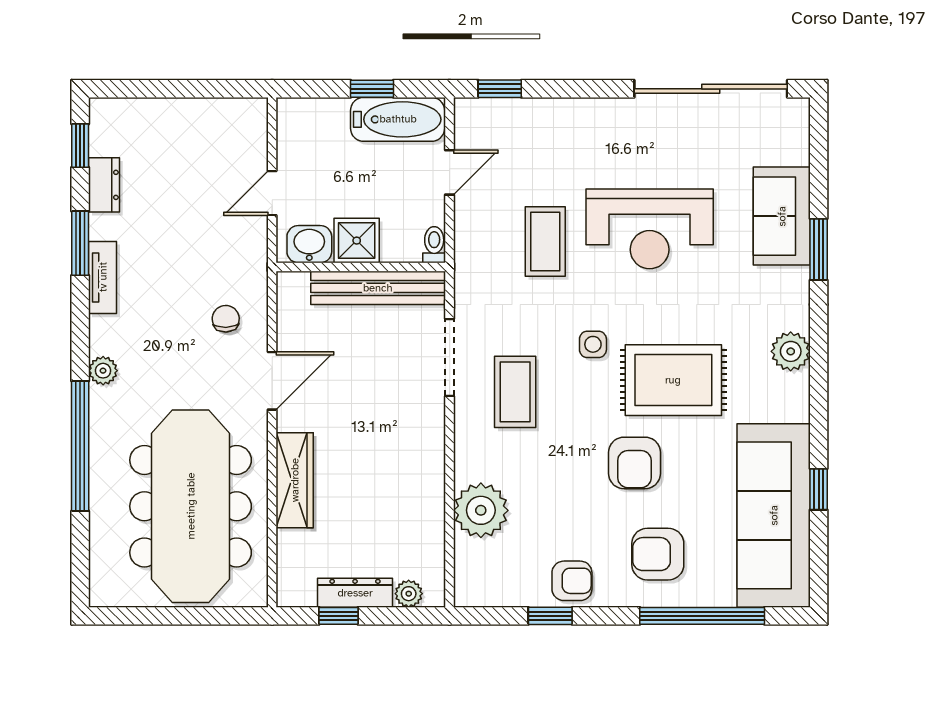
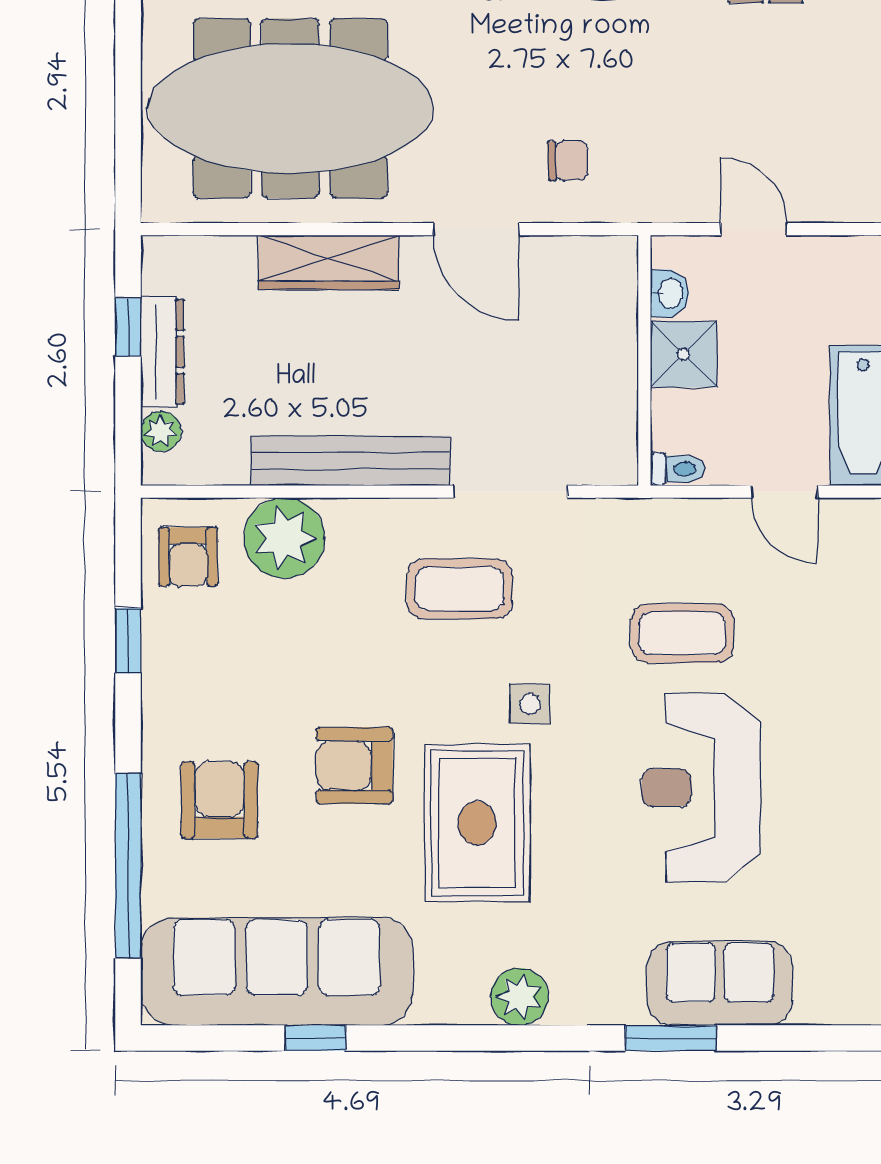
washbasin: (309, 244) -> (670, 293), width x0.72, depth x0.69
bench: (378, 288) -> (350, 461), moved, turned 90
armchair: (572, 581) -> (188, 557), moved

